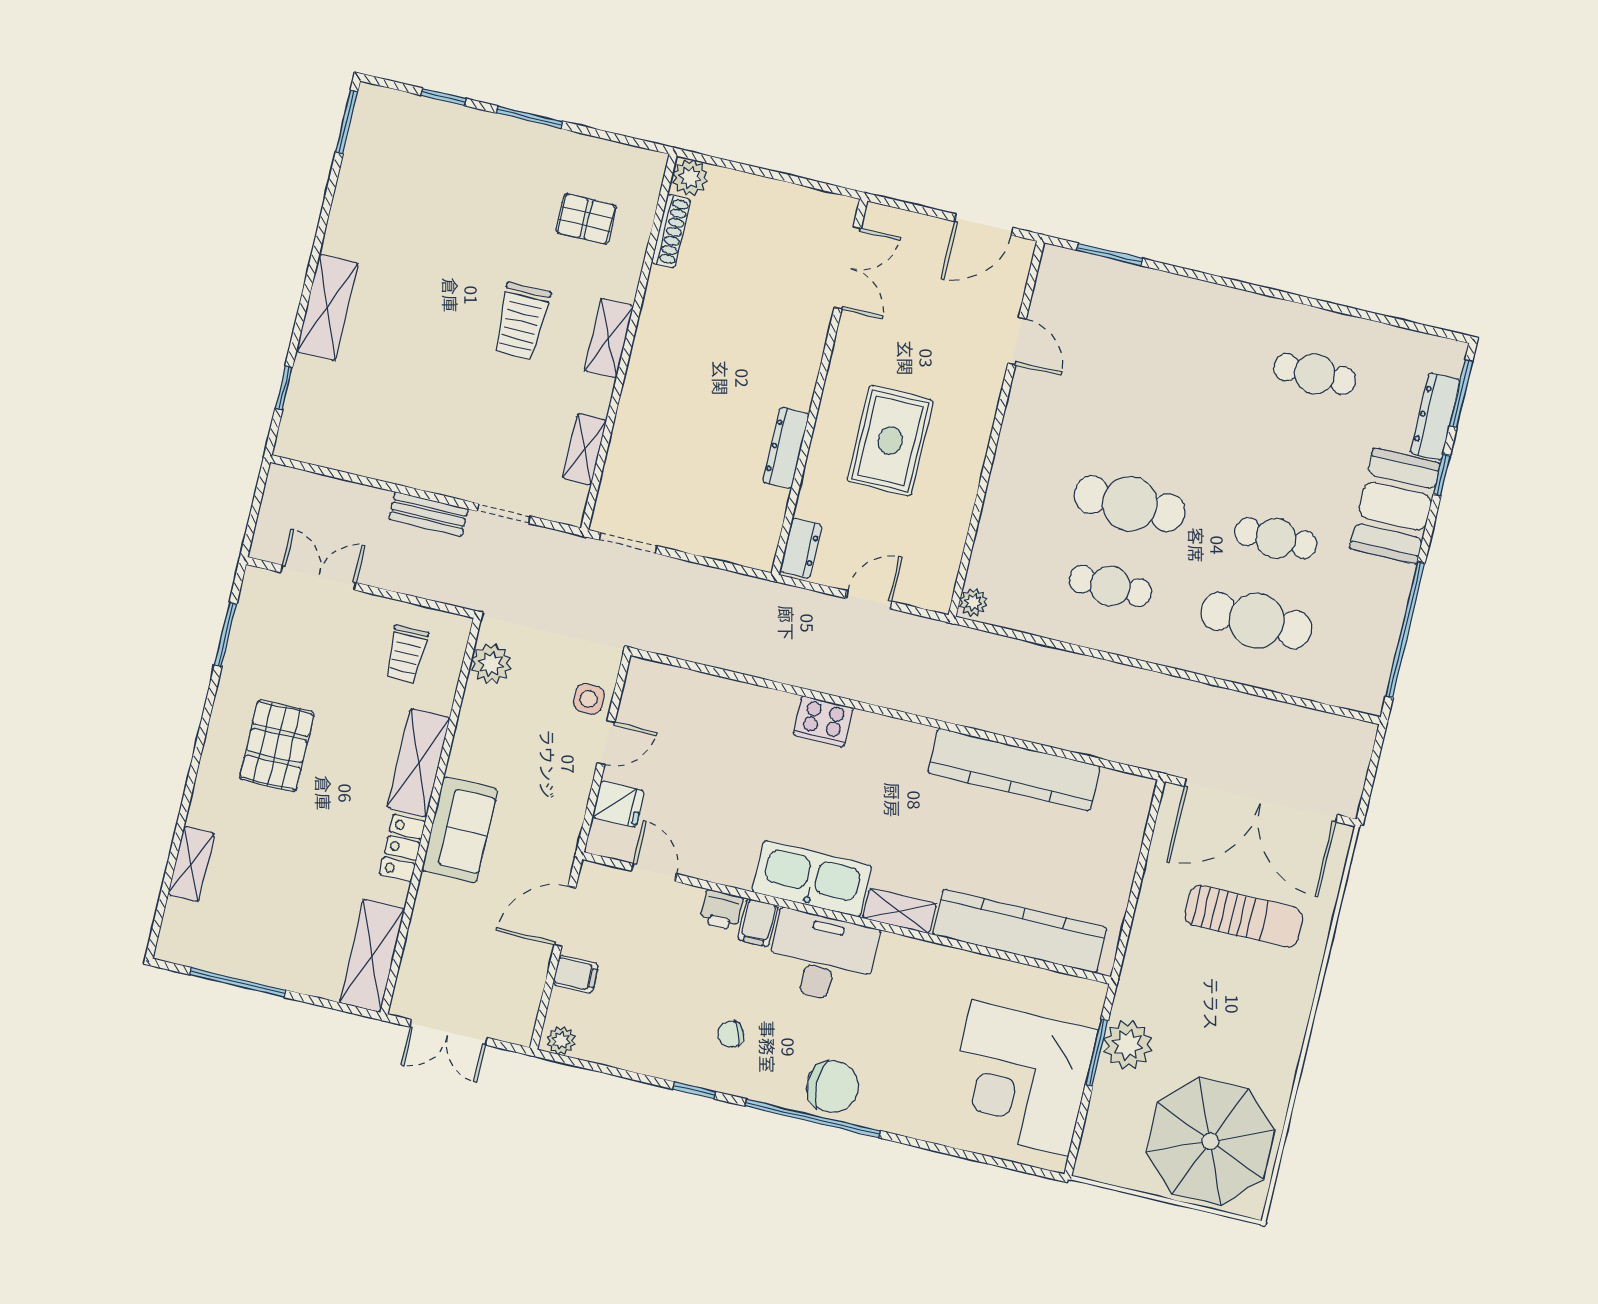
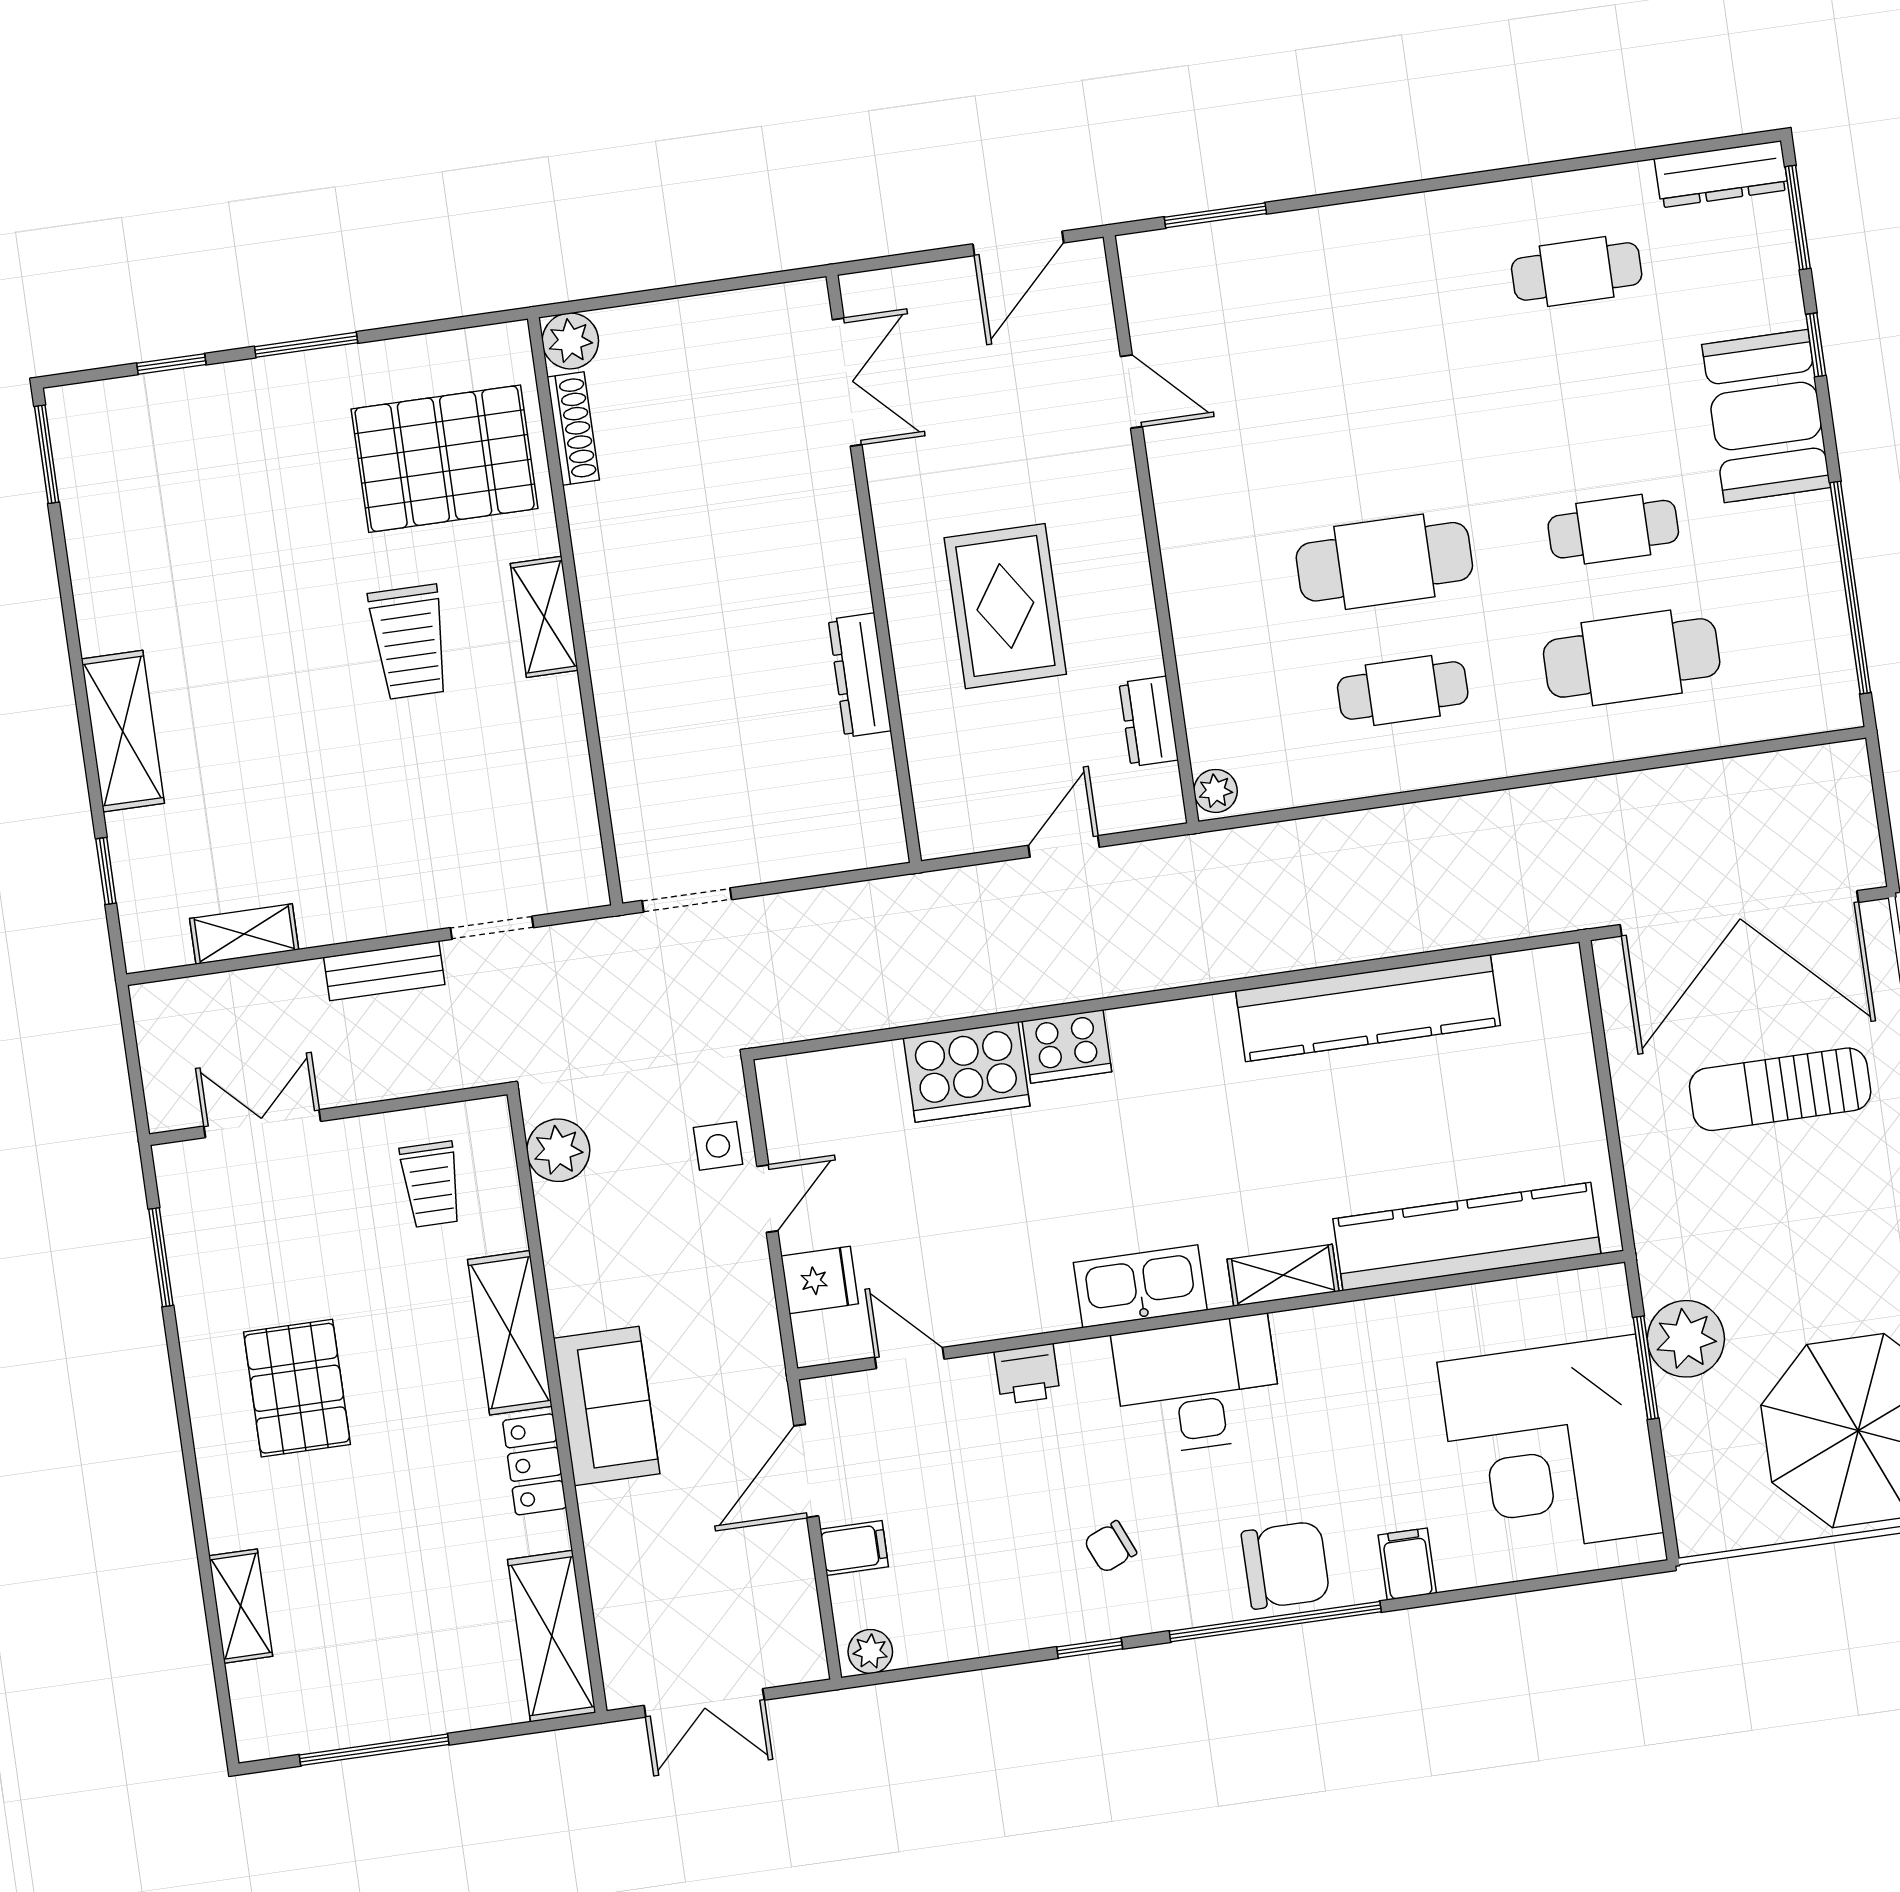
pallet: (586, 219) -> (445, 459), width x2.05, depth x2.00
dresser: (1435, 417) -> (1721, 174), moved, turned -90
shelving: (584, 449) -> (244, 934), moved, turned 90
dresser: (801, 548) -> (1149, 721), moved, turned 180
cooker: (756, 713) -> (967, 1072), added
kitchen sink: (812, 879) -> (1140, 1286), width x0.73, depth x0.81
sun lounger: (1244, 916) -> (1780, 1089), turned 180
filing cabinet: (758, 923) -> (1407, 1564), moved, turned 180

